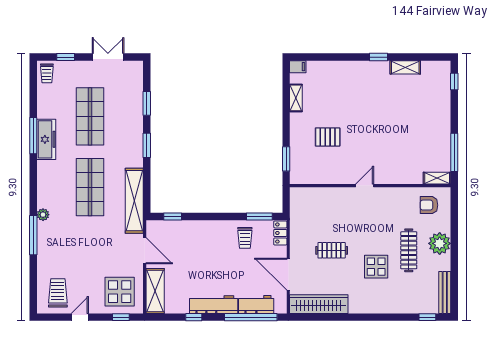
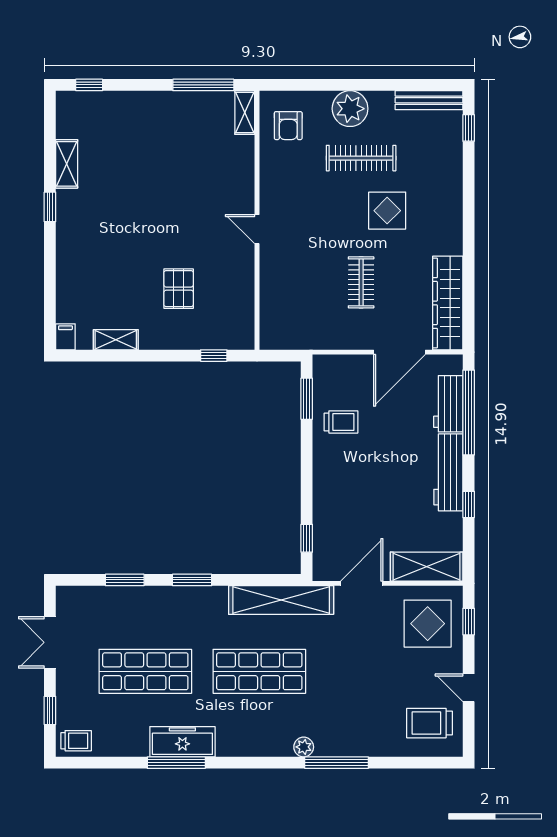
window: (286, 159) -> (214, 356), width x0.67
locker: (280, 233) -> (333, 365), removed

